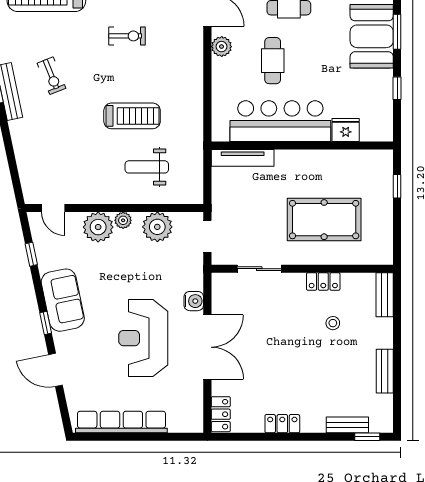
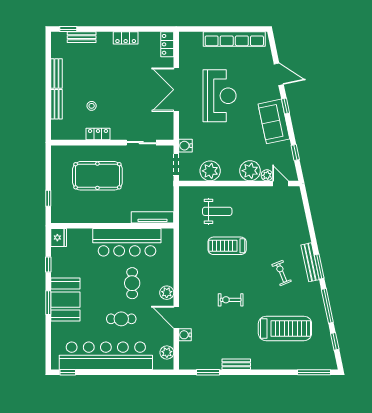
fridge: (346, 130) -> (59, 238), moved, turned -90
plant: (123, 220) -> (267, 175), moved
bench: (385, 295) -> (57, 104), moved
water cooler: (194, 301) -> (185, 146), moved

